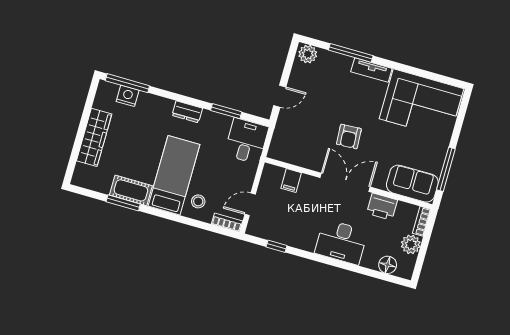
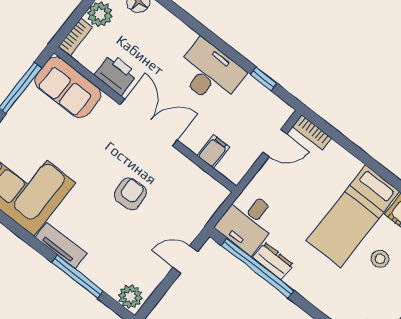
window: (226, 111) -> (258, 268), width x2.11
dresser: (187, 112) -> (273, 261), moved
armchair: (349, 136) -> (130, 194), moved
double door: (345, 182) -> (149, 122), swing flipped
stool: (198, 201) -> (380, 259), moved
desk: (341, 242) -> (210, 73), moved

